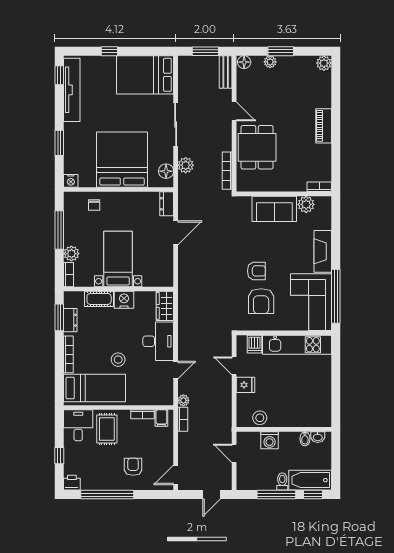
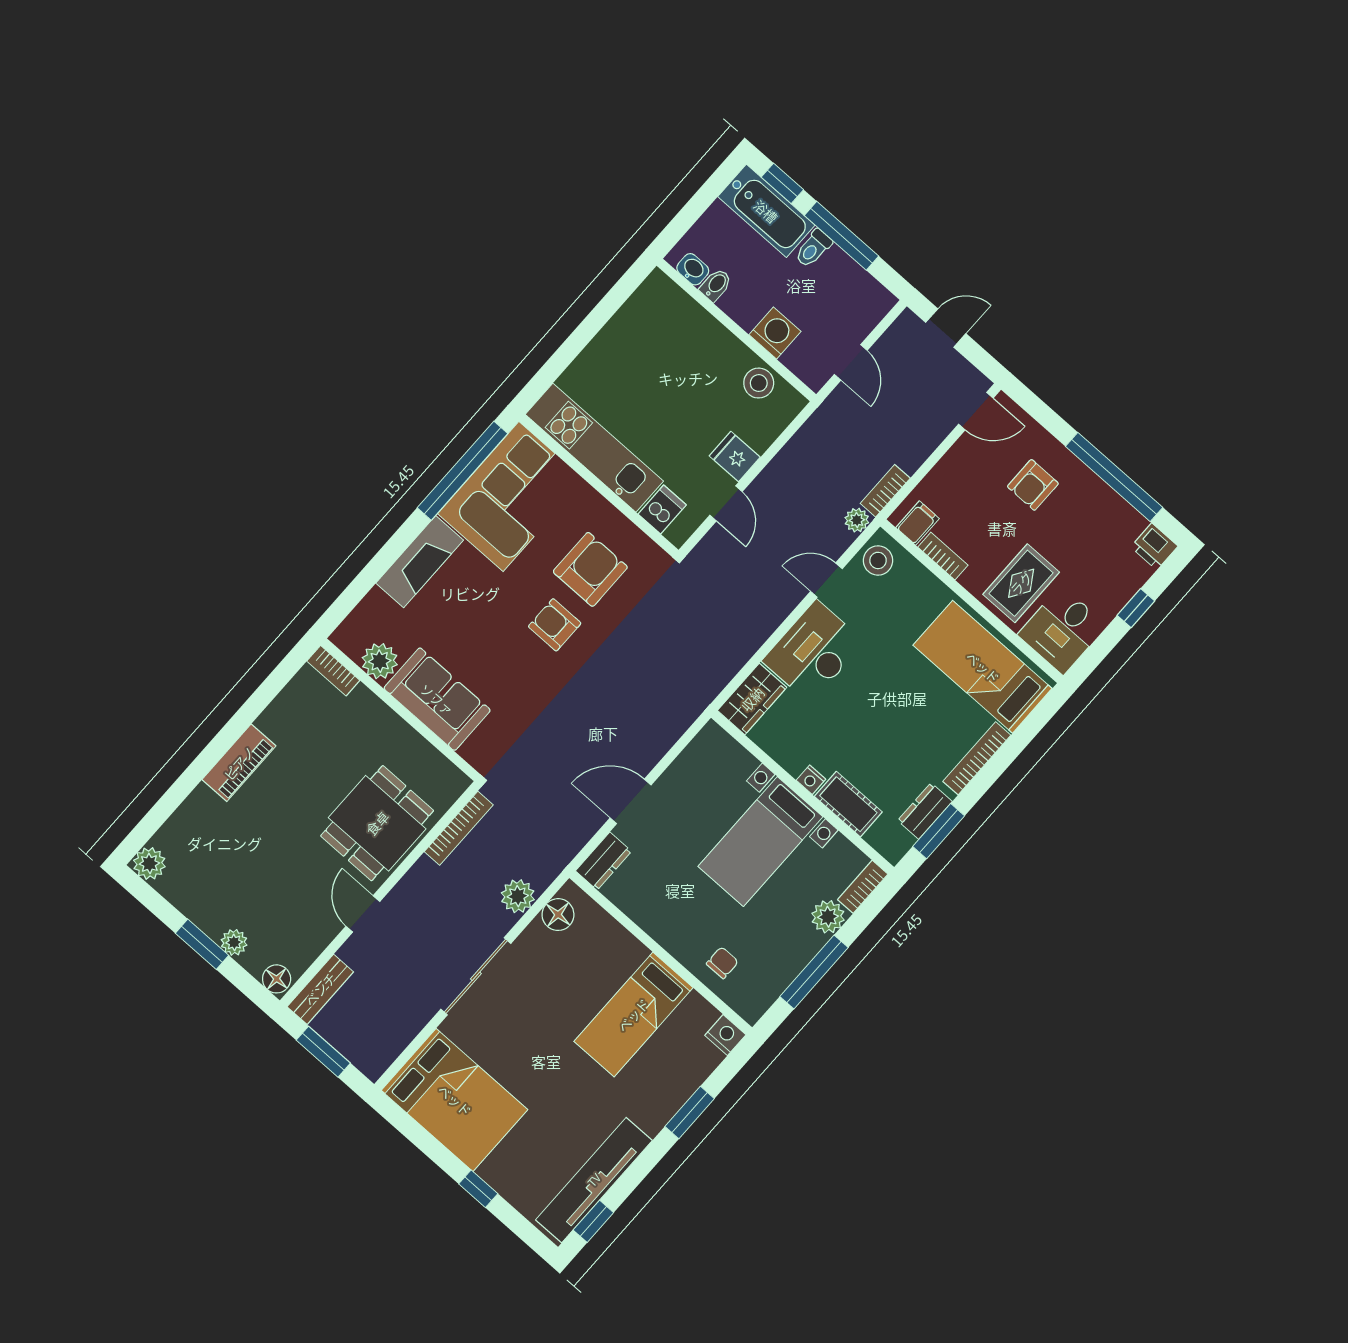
bed: (122, 160) -> (633, 1015), width x0.49
nightstand: (124, 300) -> (811, 780), width x0.53, depth x0.56
stool: (118, 360) -> (878, 560), moved

